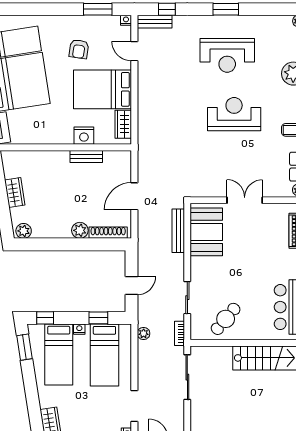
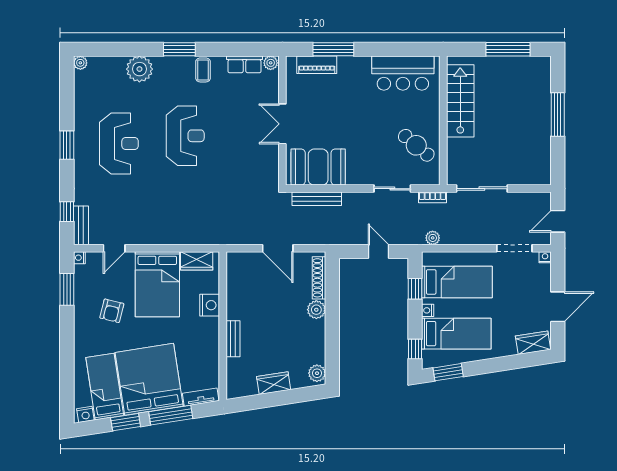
armchair: (79, 49) -> (112, 311), turned 96
reception desk: (234, 114) -> (185, 136), turned 180
bench: (86, 156) -> (233, 339), moved

